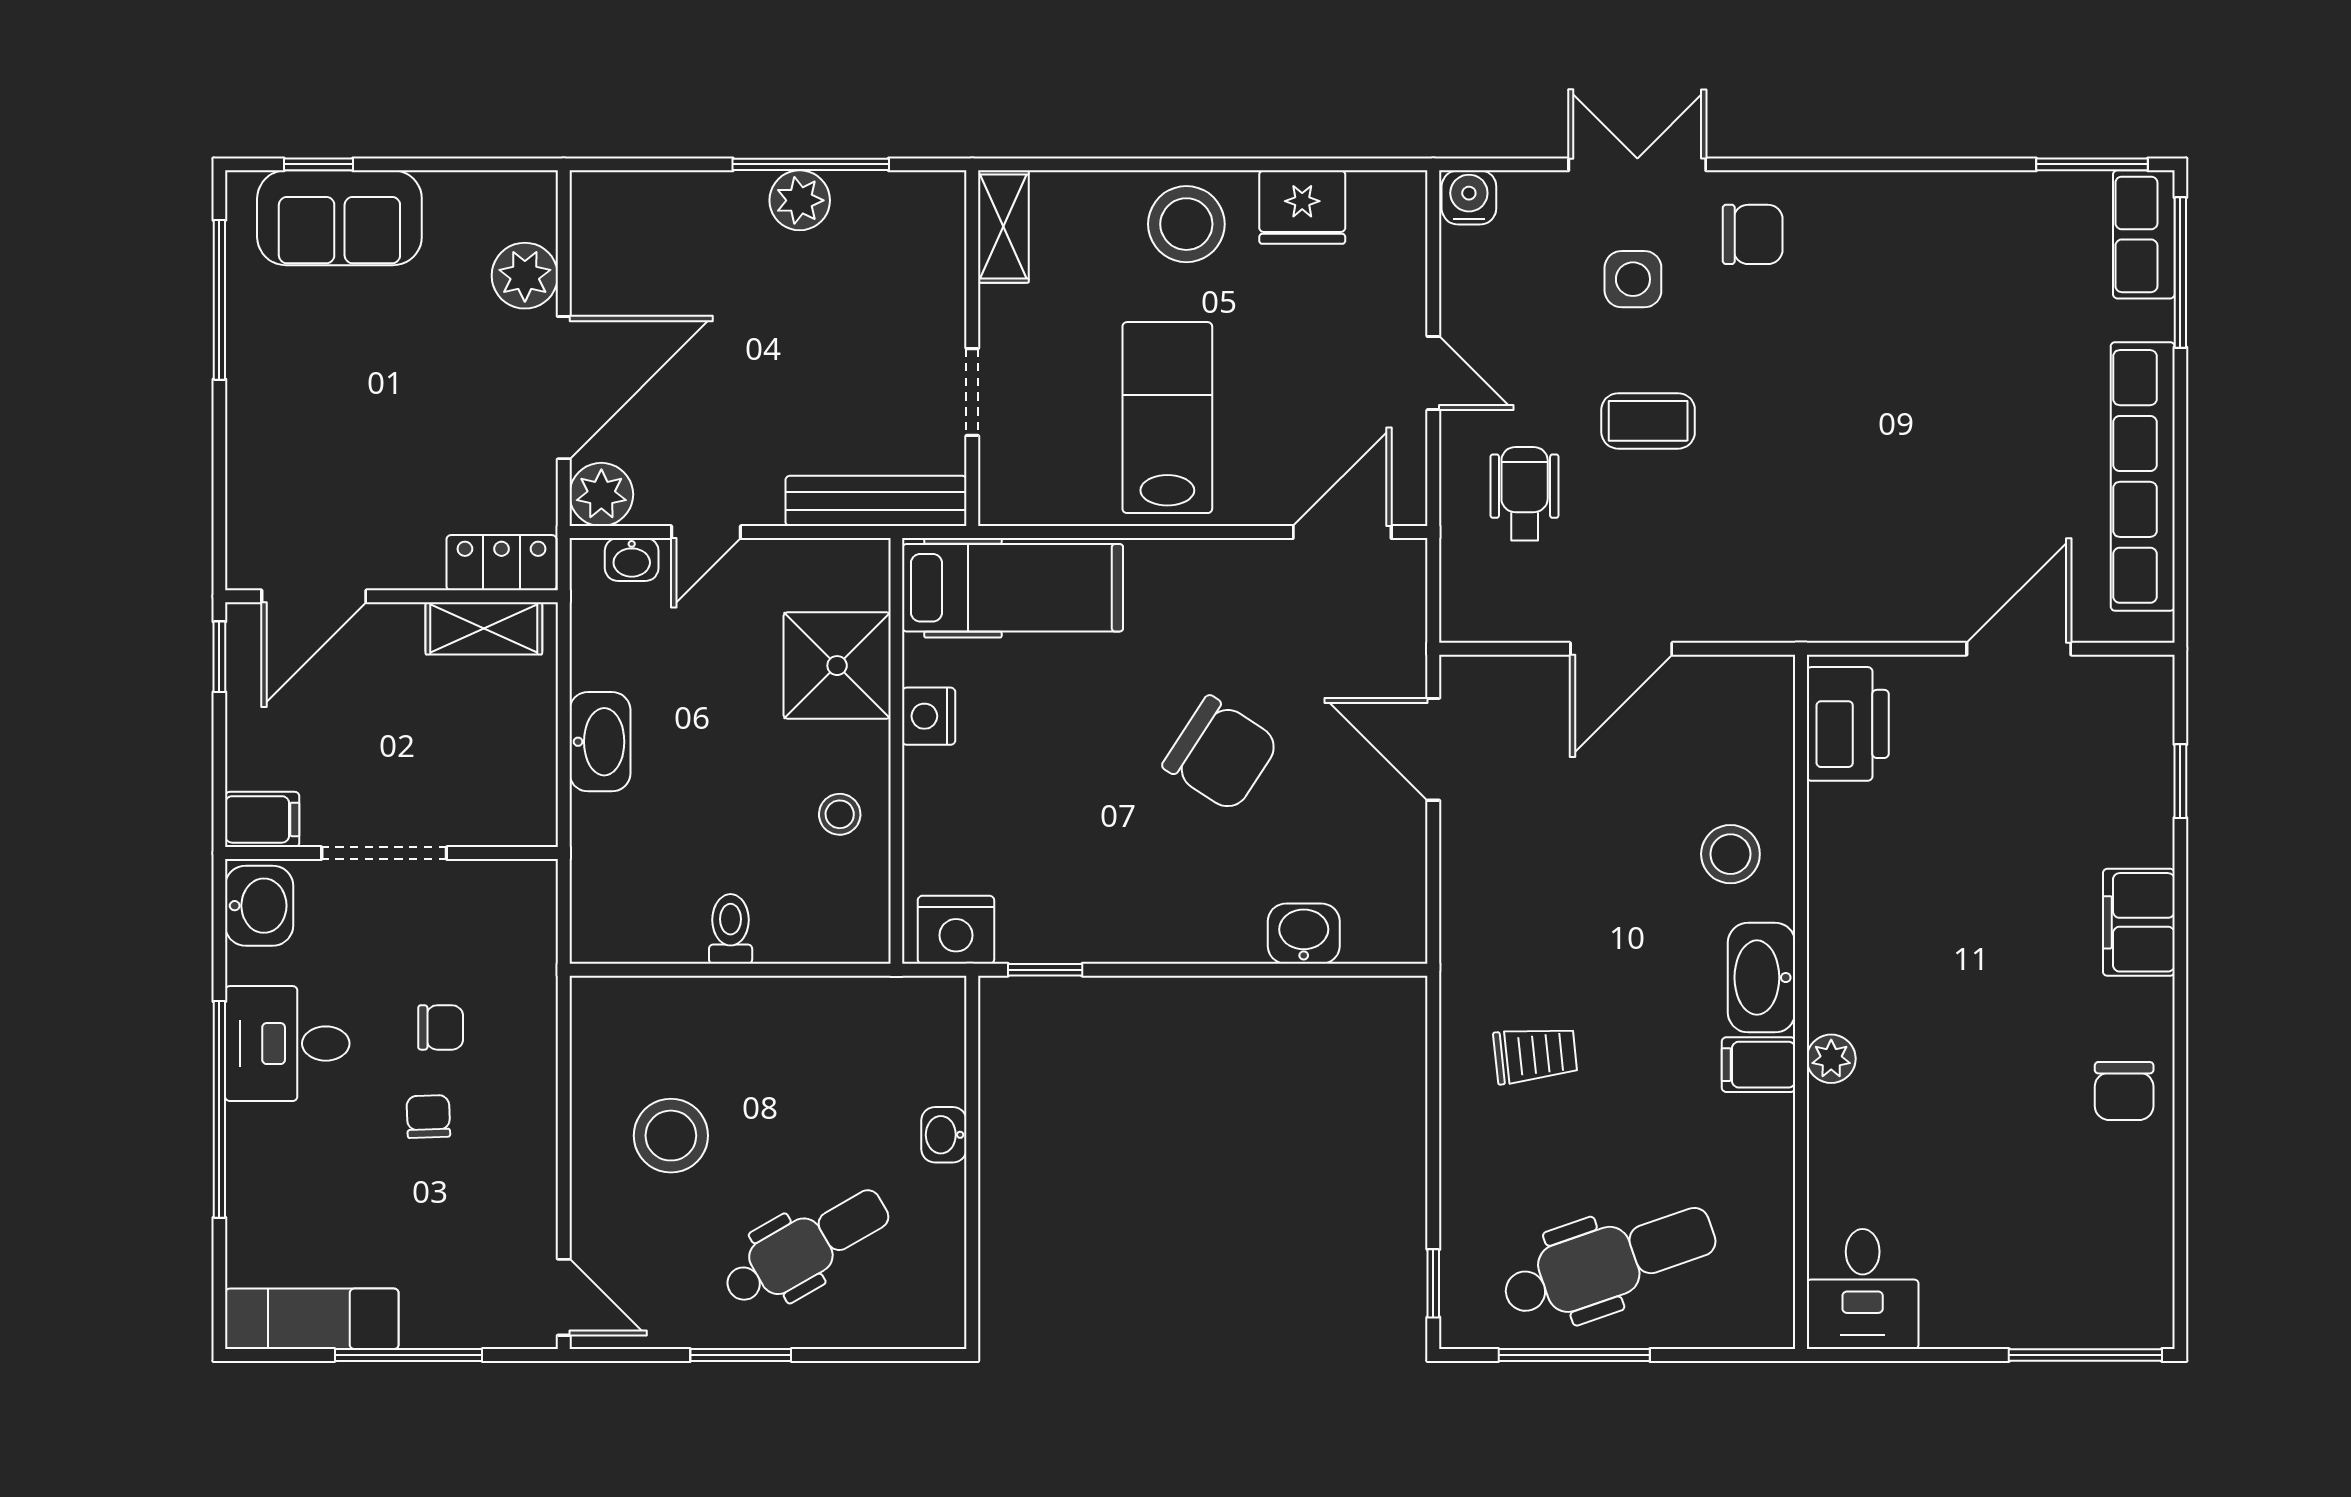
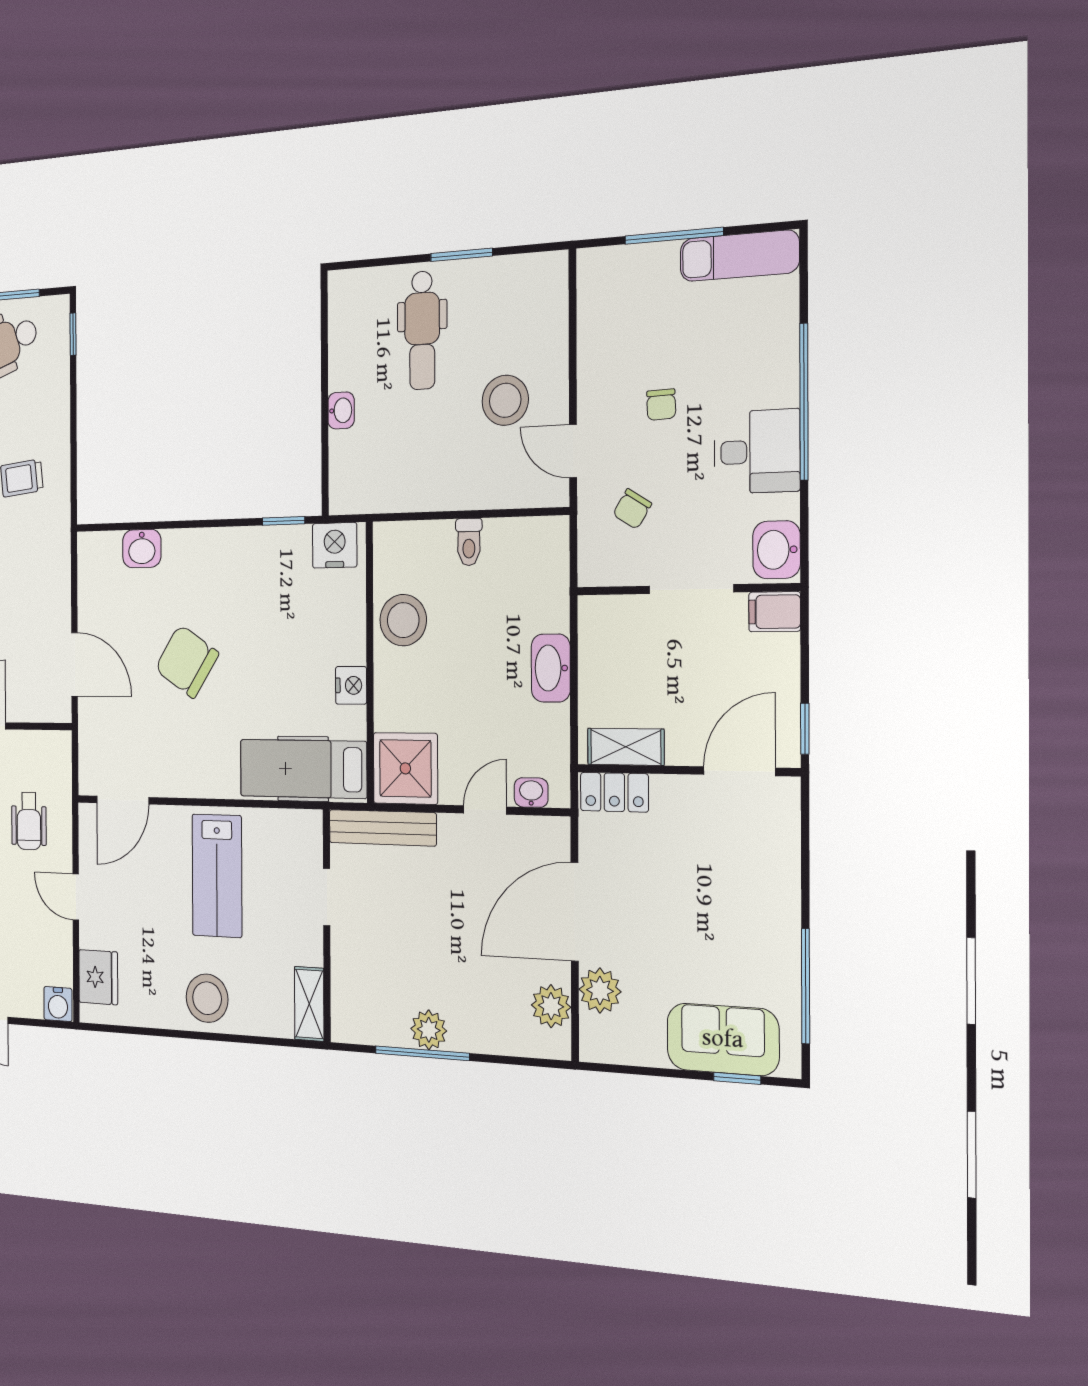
fridge: (1302, 207) -> (98, 977), moved, turned 90
plant: (601, 494) -> (551, 1006), moved
shower: (837, 666) -> (405, 768), moved
stool: (840, 814) -> (403, 620), width x1.89, depth x1.89
chair: (441, 1027) -> (632, 509), moved, turned -58
dental chair: (806, 1247) -> (422, 330), turned -60
door: (564, 1297) -> (573, 451), moved

